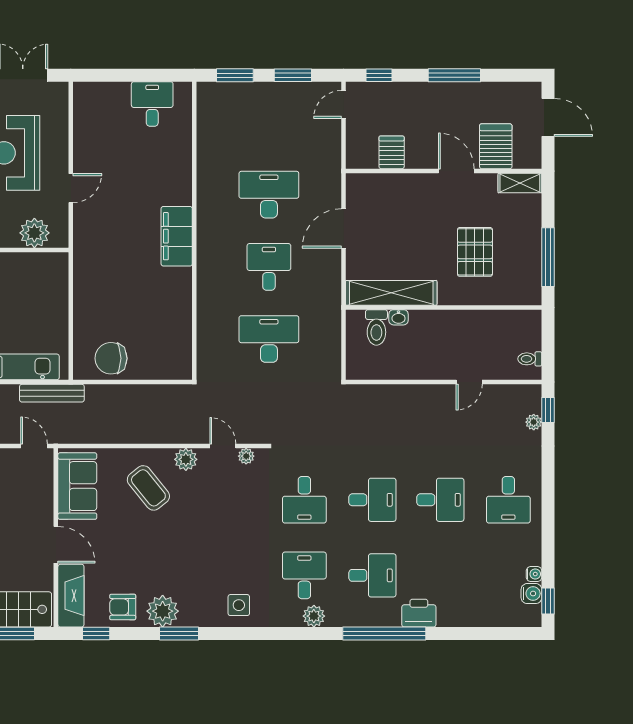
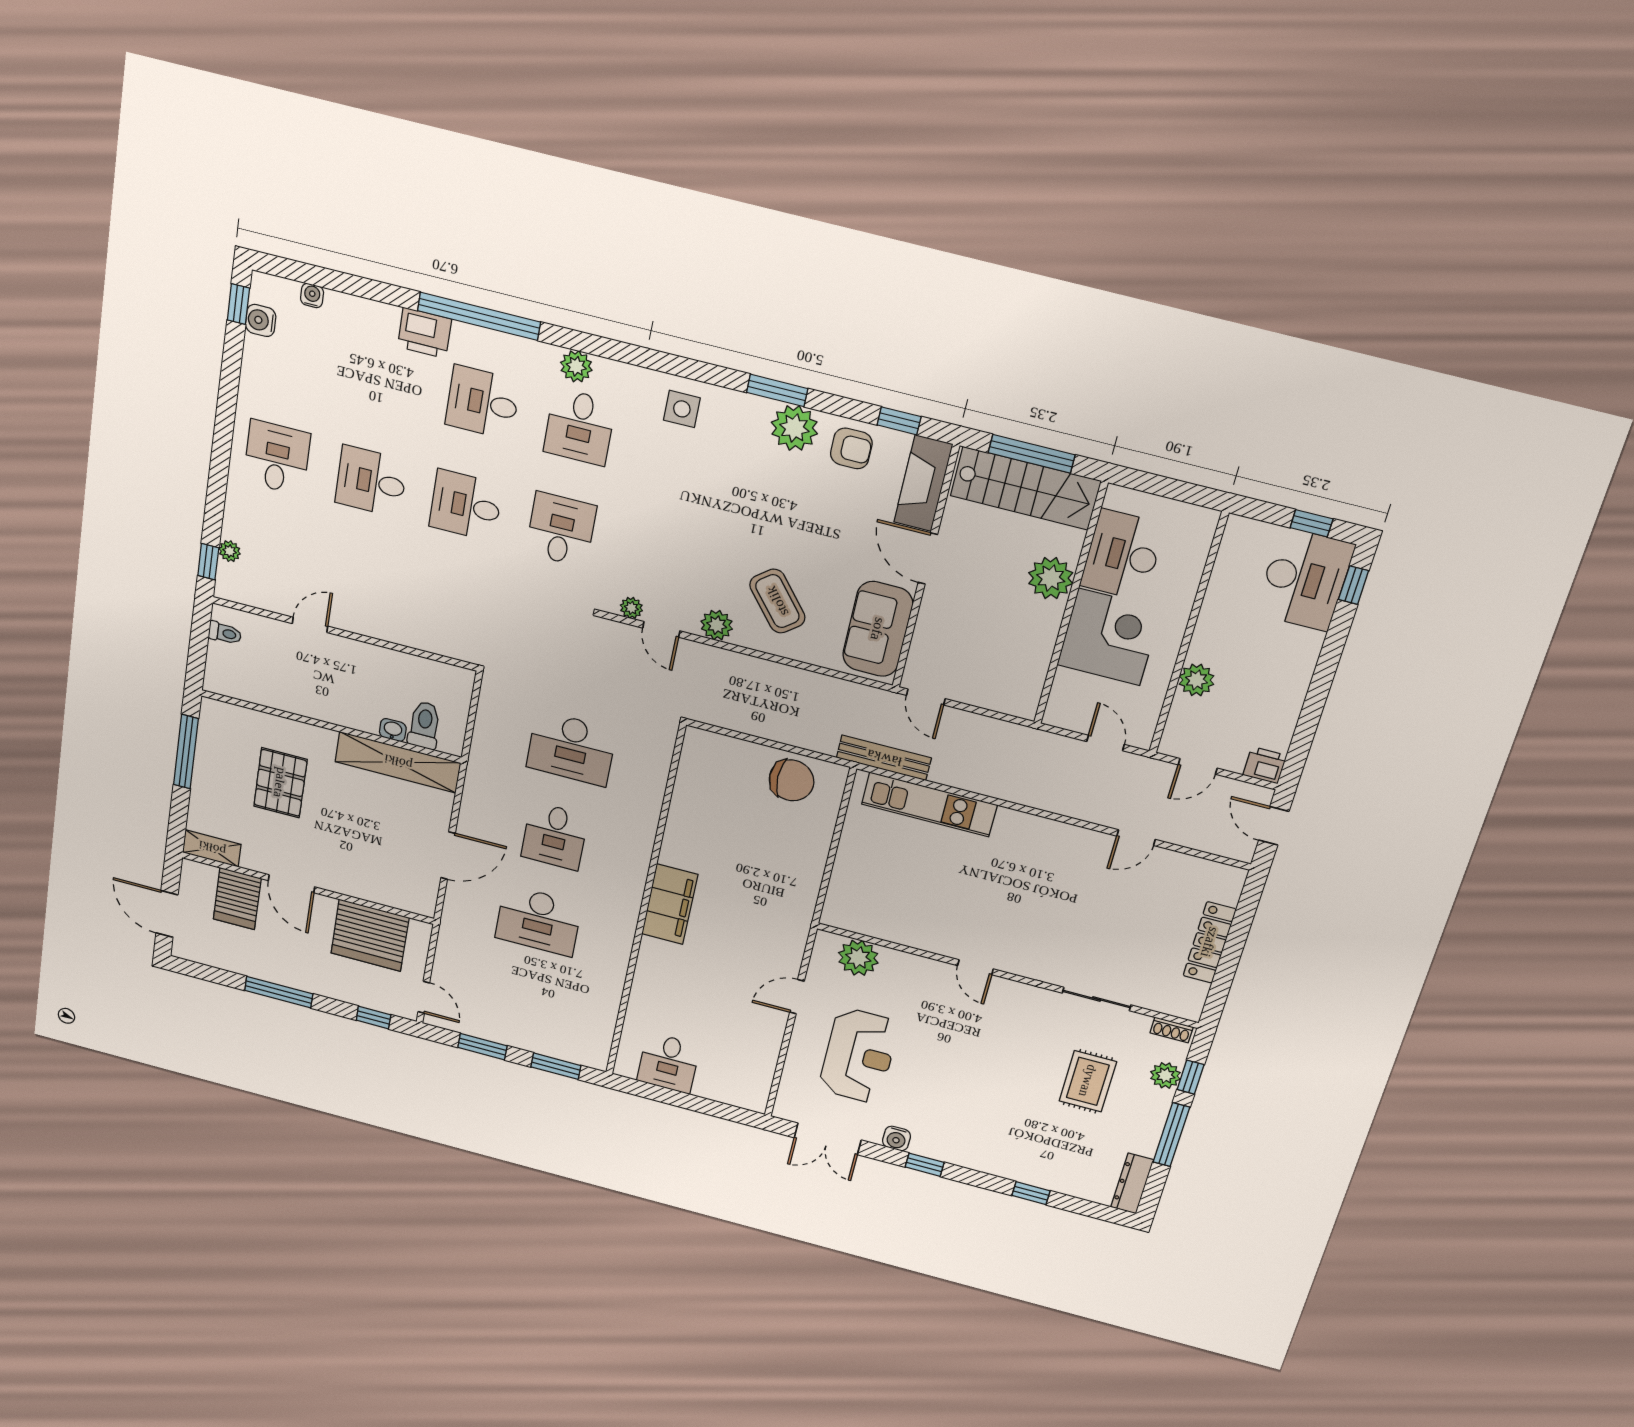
door: (343, 104) -> (424, 997), hinge flipped
server rack: (392, 152) -> (370, 935), width x2.18, depth x1.44
water cooler: (534, 574) -> (312, 295), moved, turned 90

